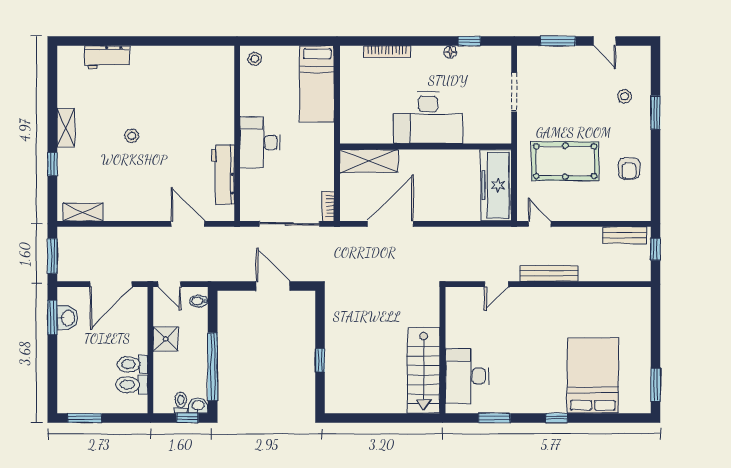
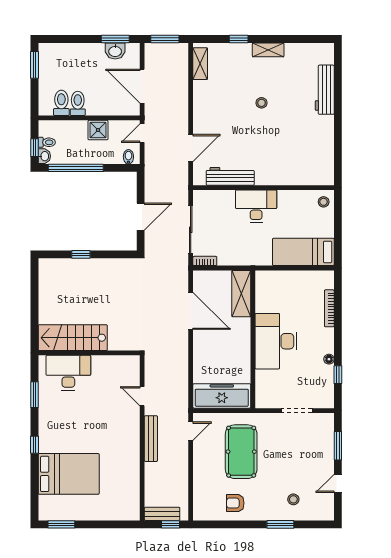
workbench: (107, 57) -> (325, 90), width x1.38
bench: (625, 235) -> (162, 514), moved, turned 90

